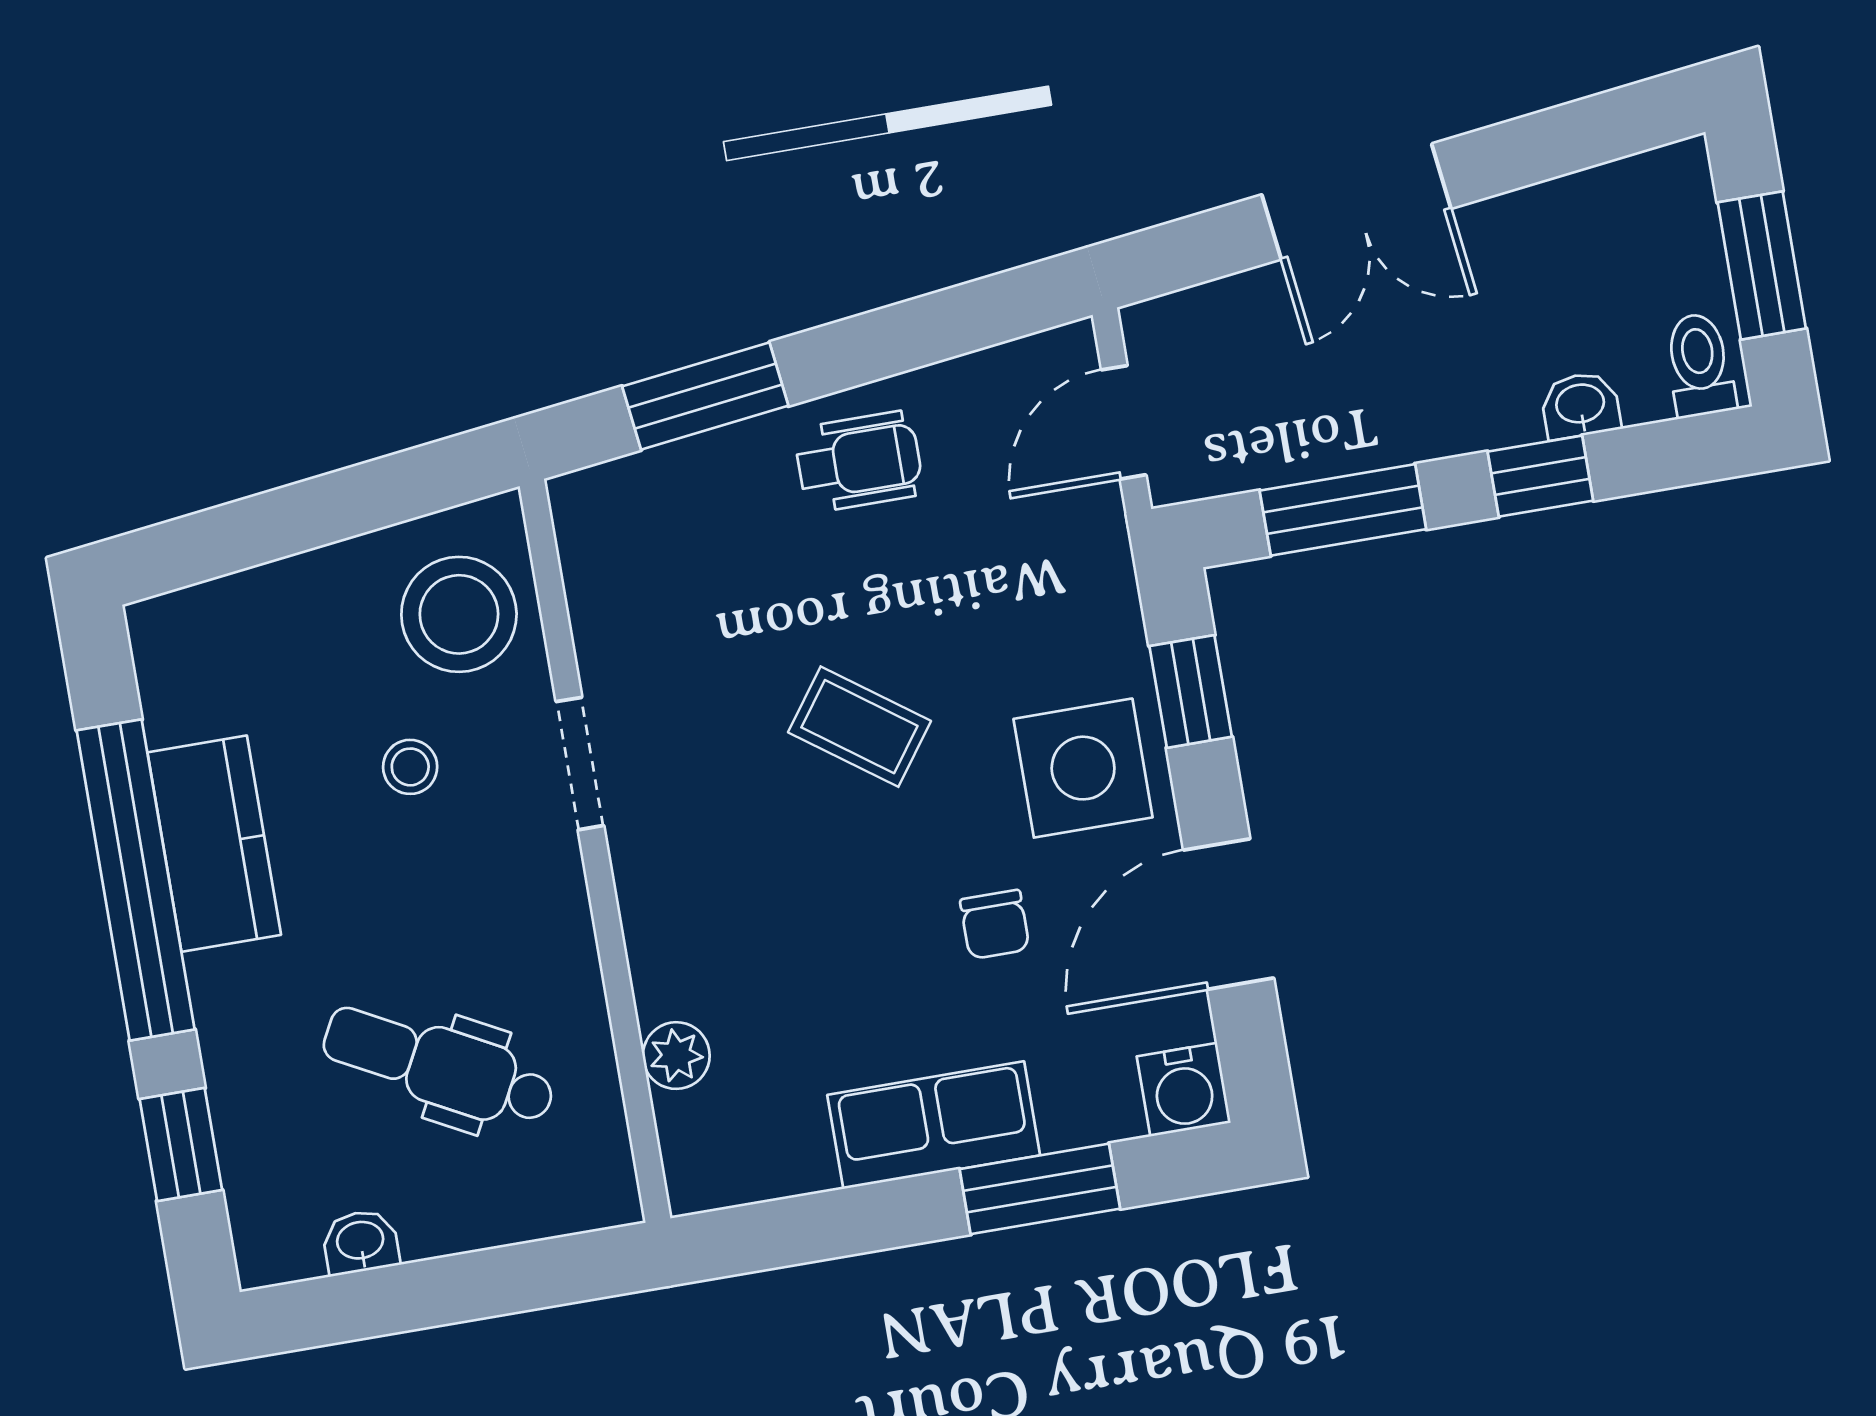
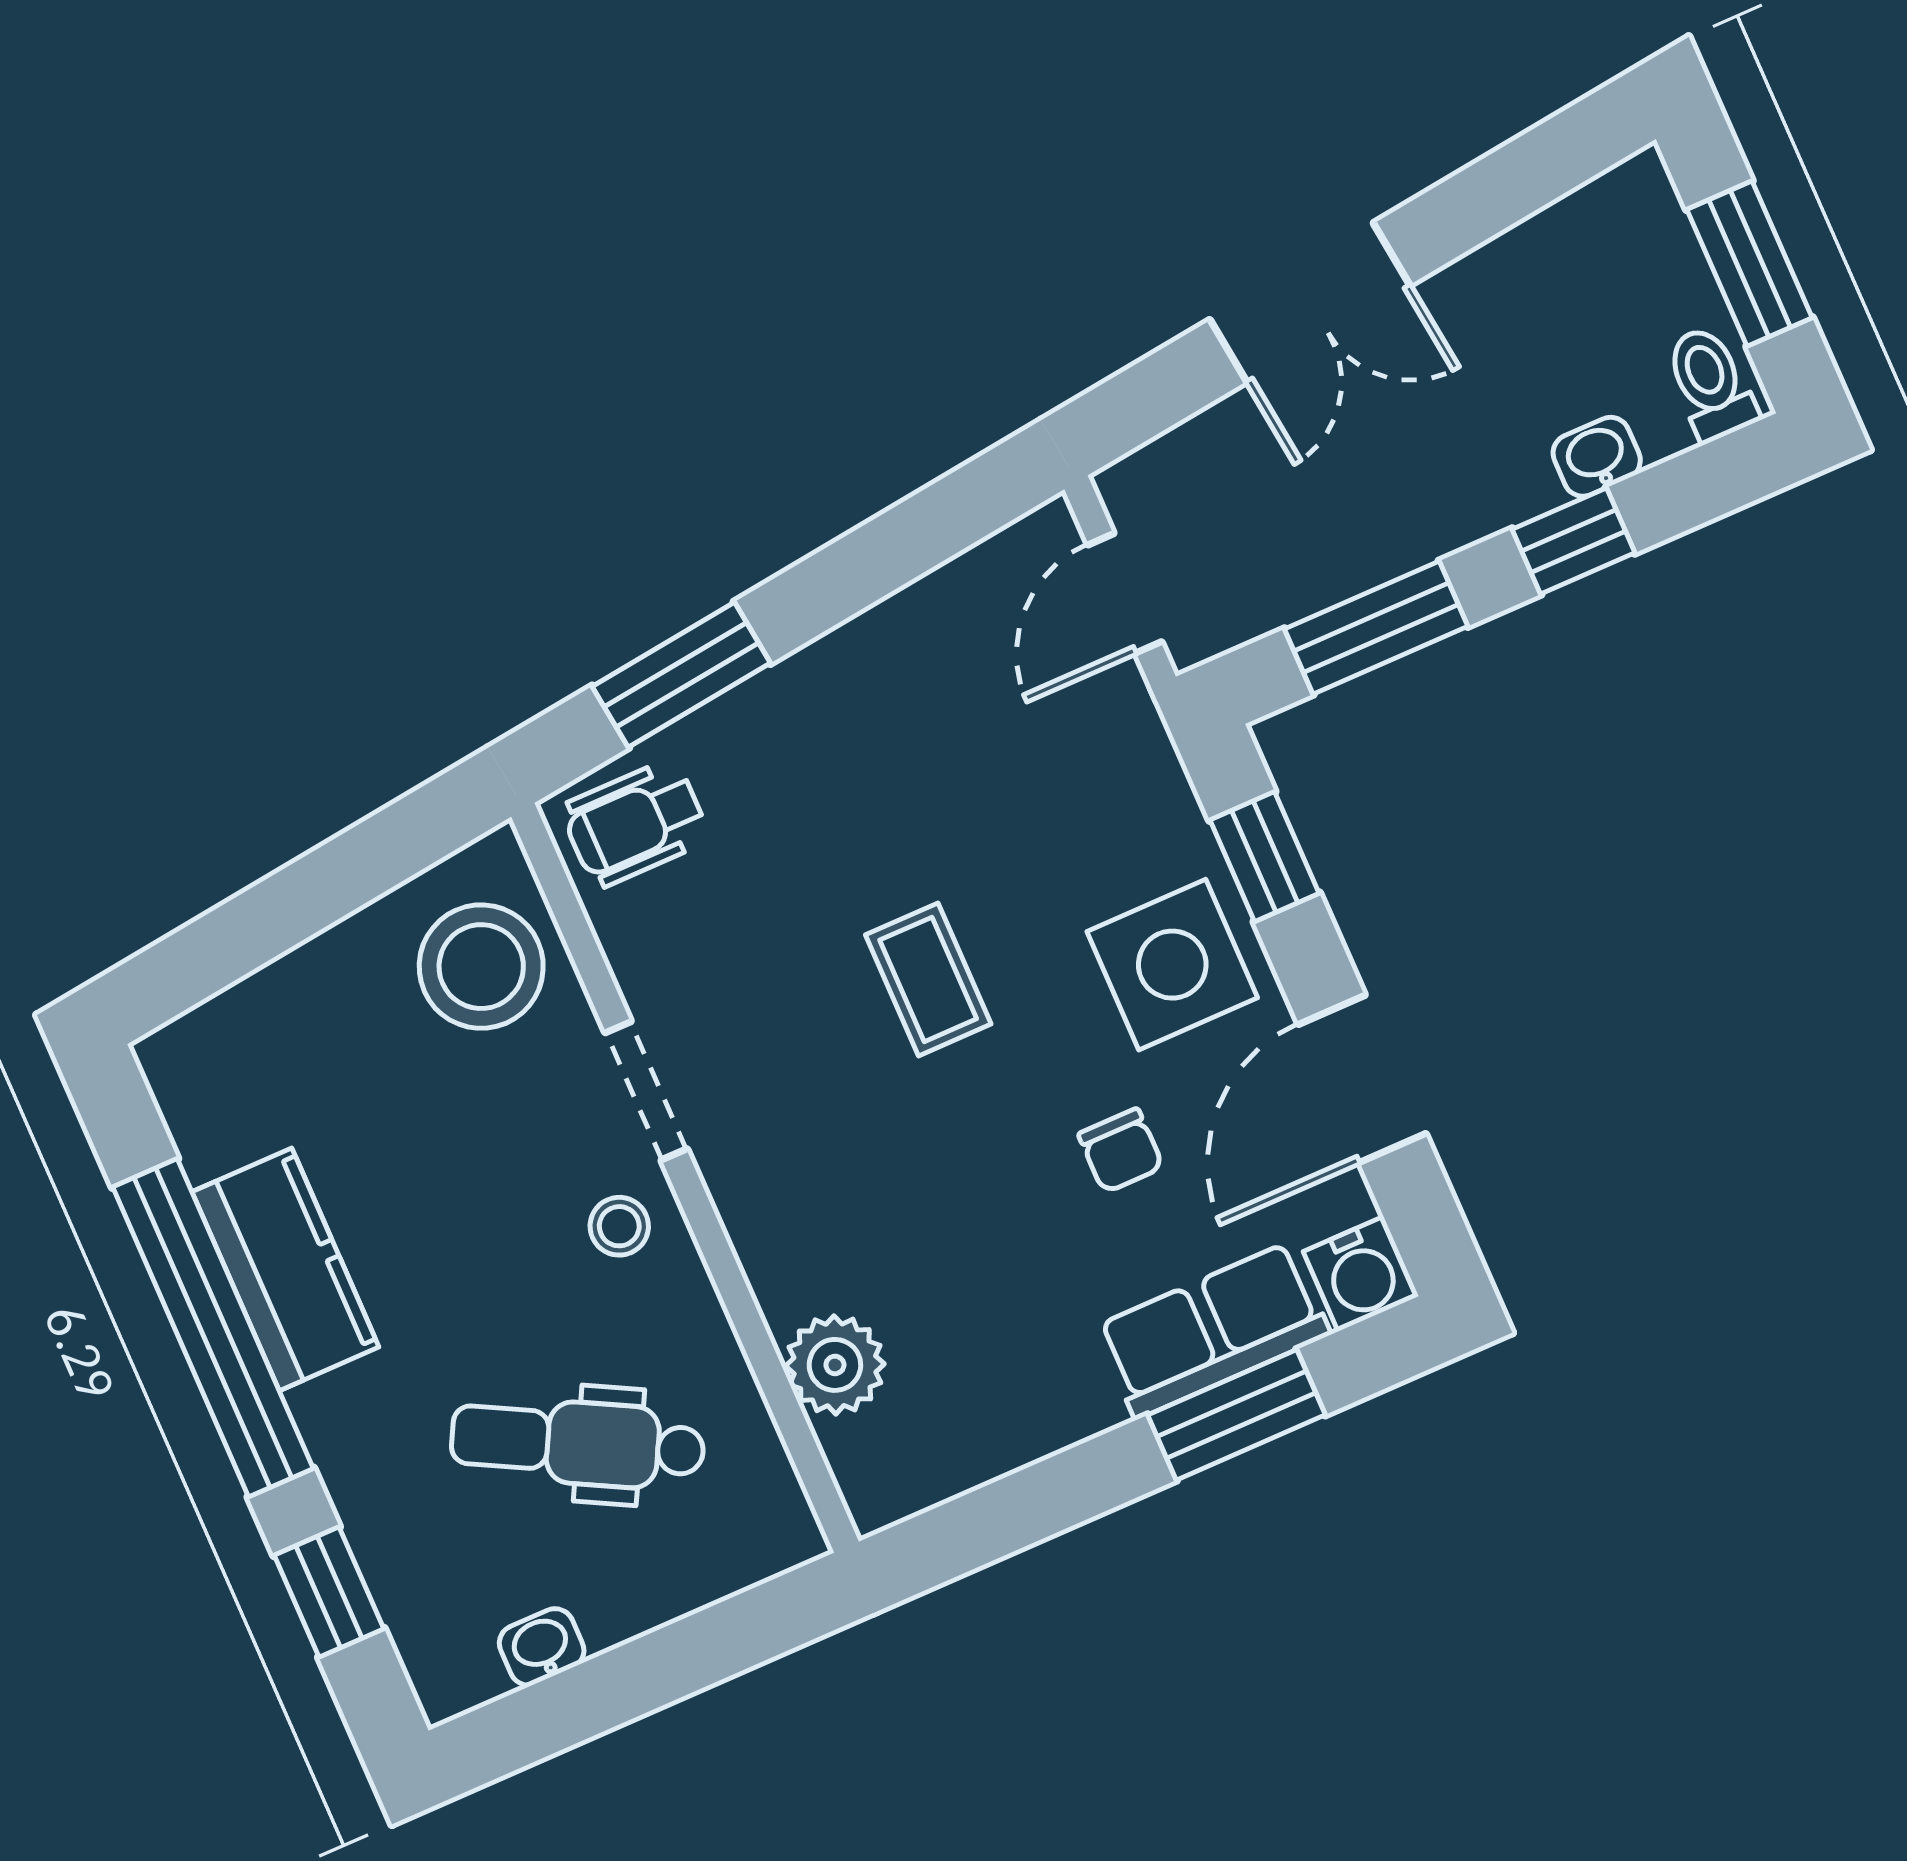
wheelchair: (859, 462) -> (635, 823), moved, turned 180
coffee table: (859, 727) -> (928, 979), turned 54
stool: (410, 767) -> (619, 1226), moved
plant: (676, 1056) -> (835, 1365), width x1.38, depth x1.38
row of seats: (934, 1125) -> (1213, 1330), moved

